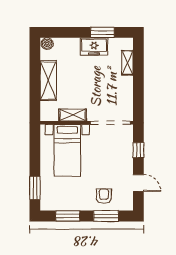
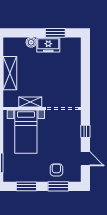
boiler: (47, 44) -> (31, 42), moved
shelving: (127, 63) -> (76, 58), removed

